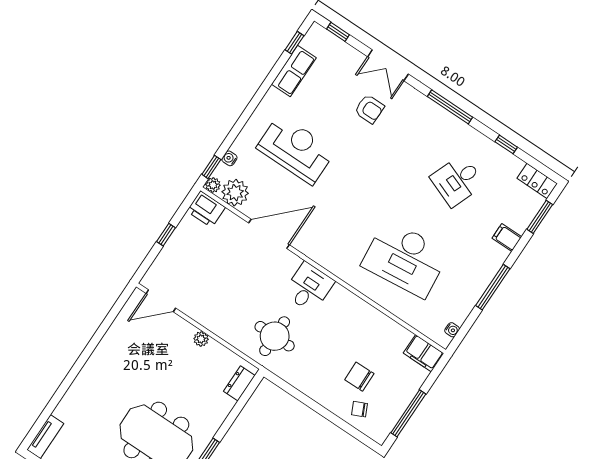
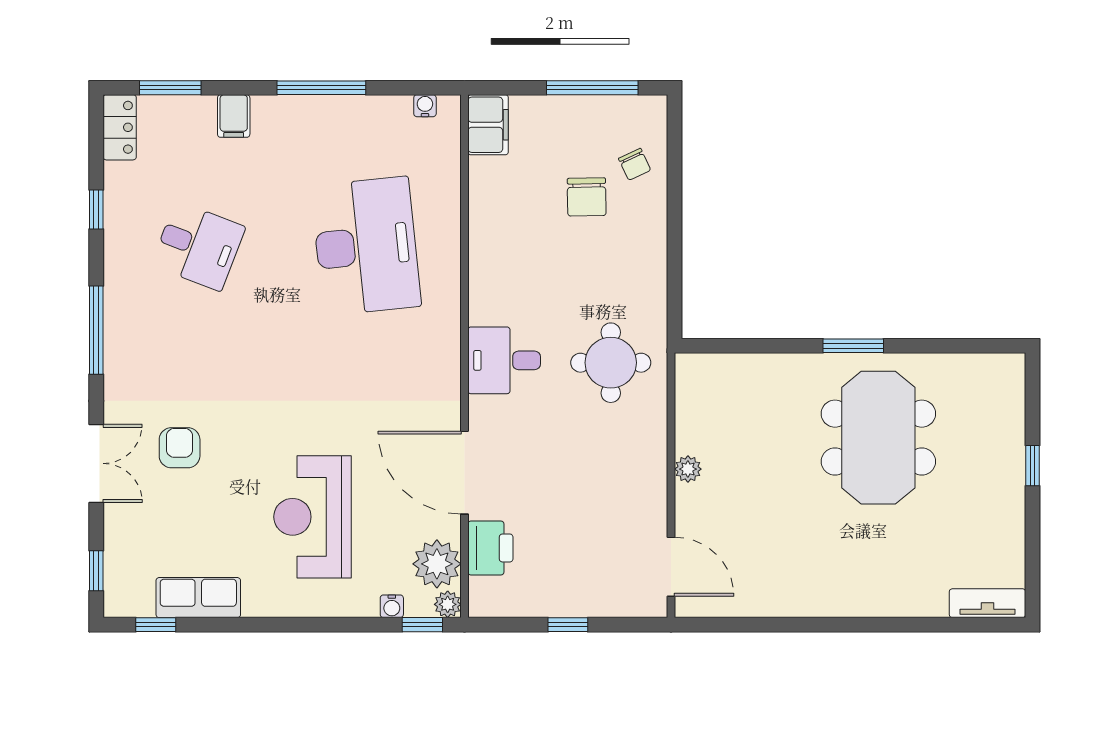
printer: (206, 209) -> (490, 548), moved
dresser: (239, 383) -> (716, 368), removed

